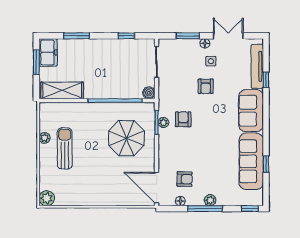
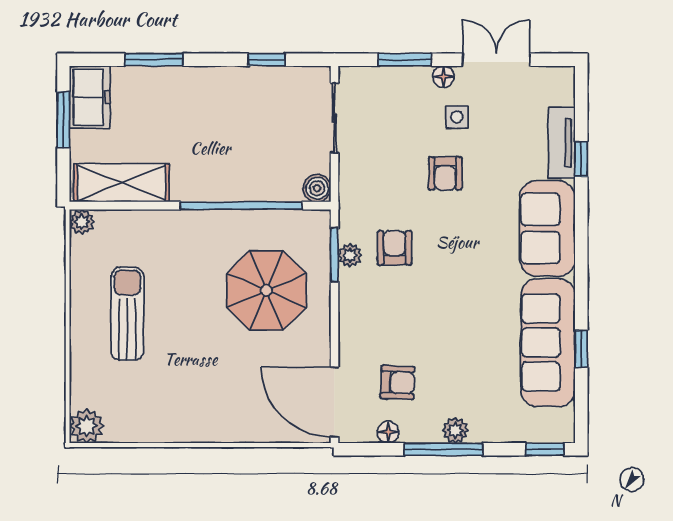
tv unit: (257, 66) -> (562, 143), width x0.71
plant: (45, 138) -> (82, 222), moved

